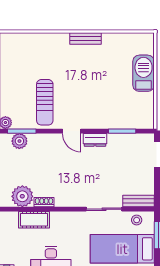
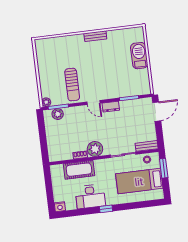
plant: (22, 196) -> (95, 149), moved
cot: (34, 220) -> (79, 170), width x1.37, depth x1.34

